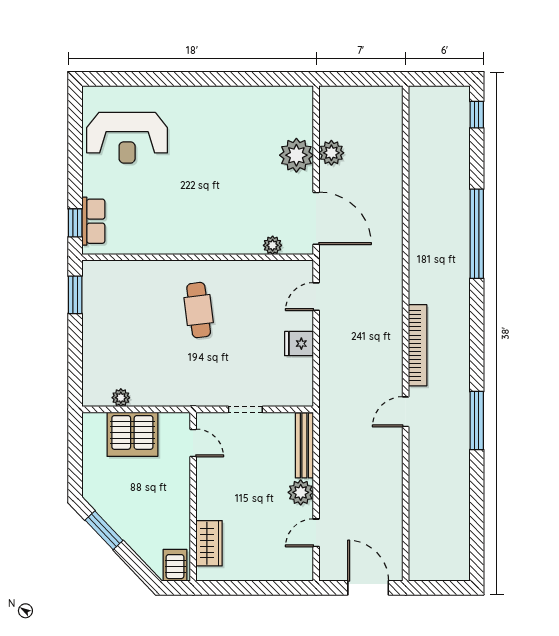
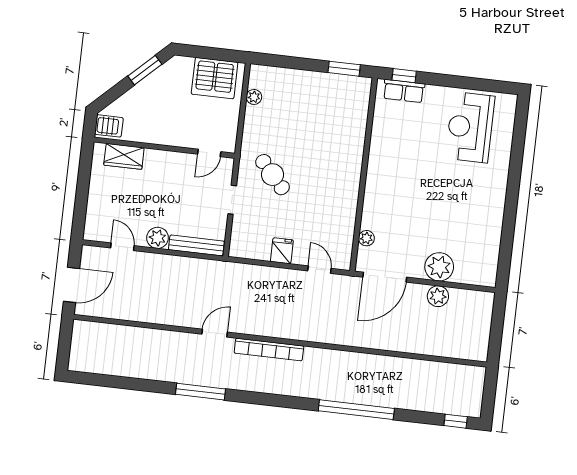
cafe table: (199, 310) -> (272, 175), moved, turned 55
door: (406, 412) -> (215, 333), hinge flipped
server rack: (132, 434) -> (215, 78), moved, turned -90

